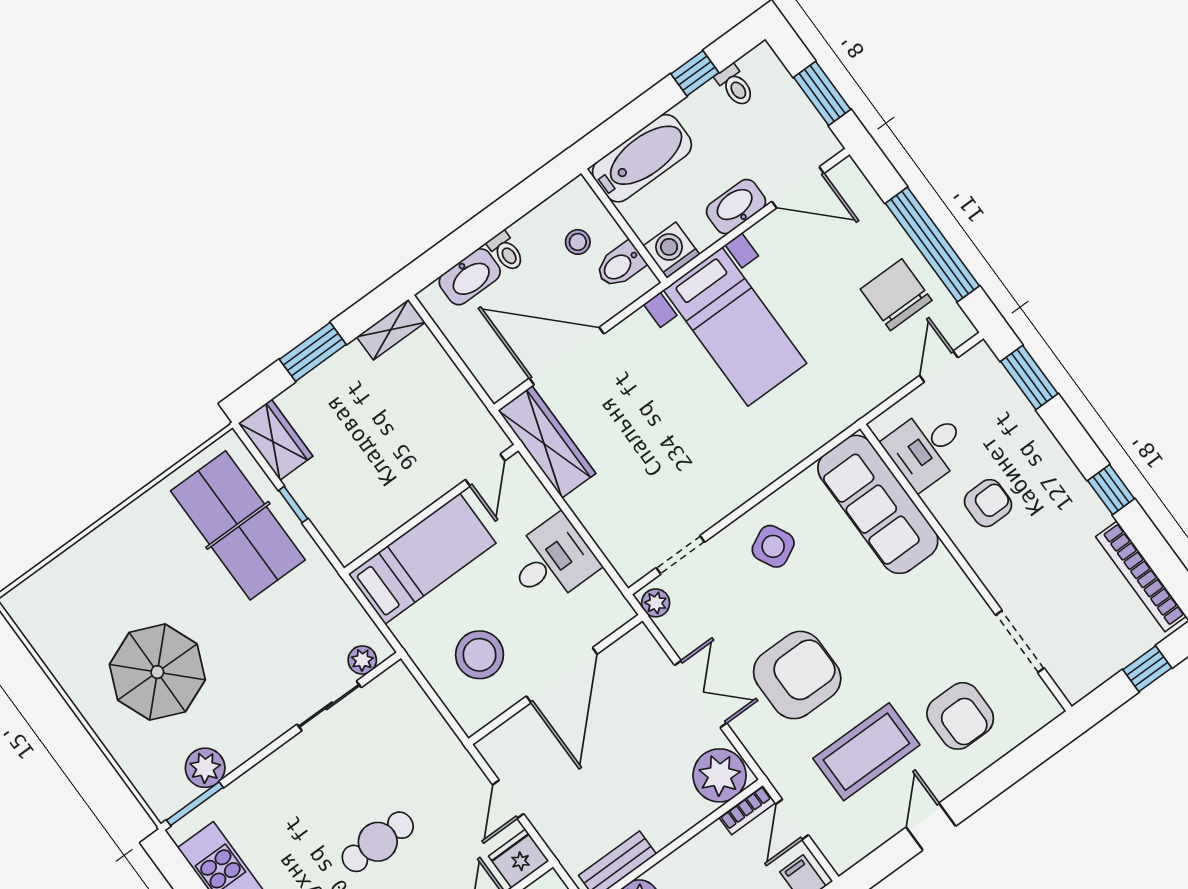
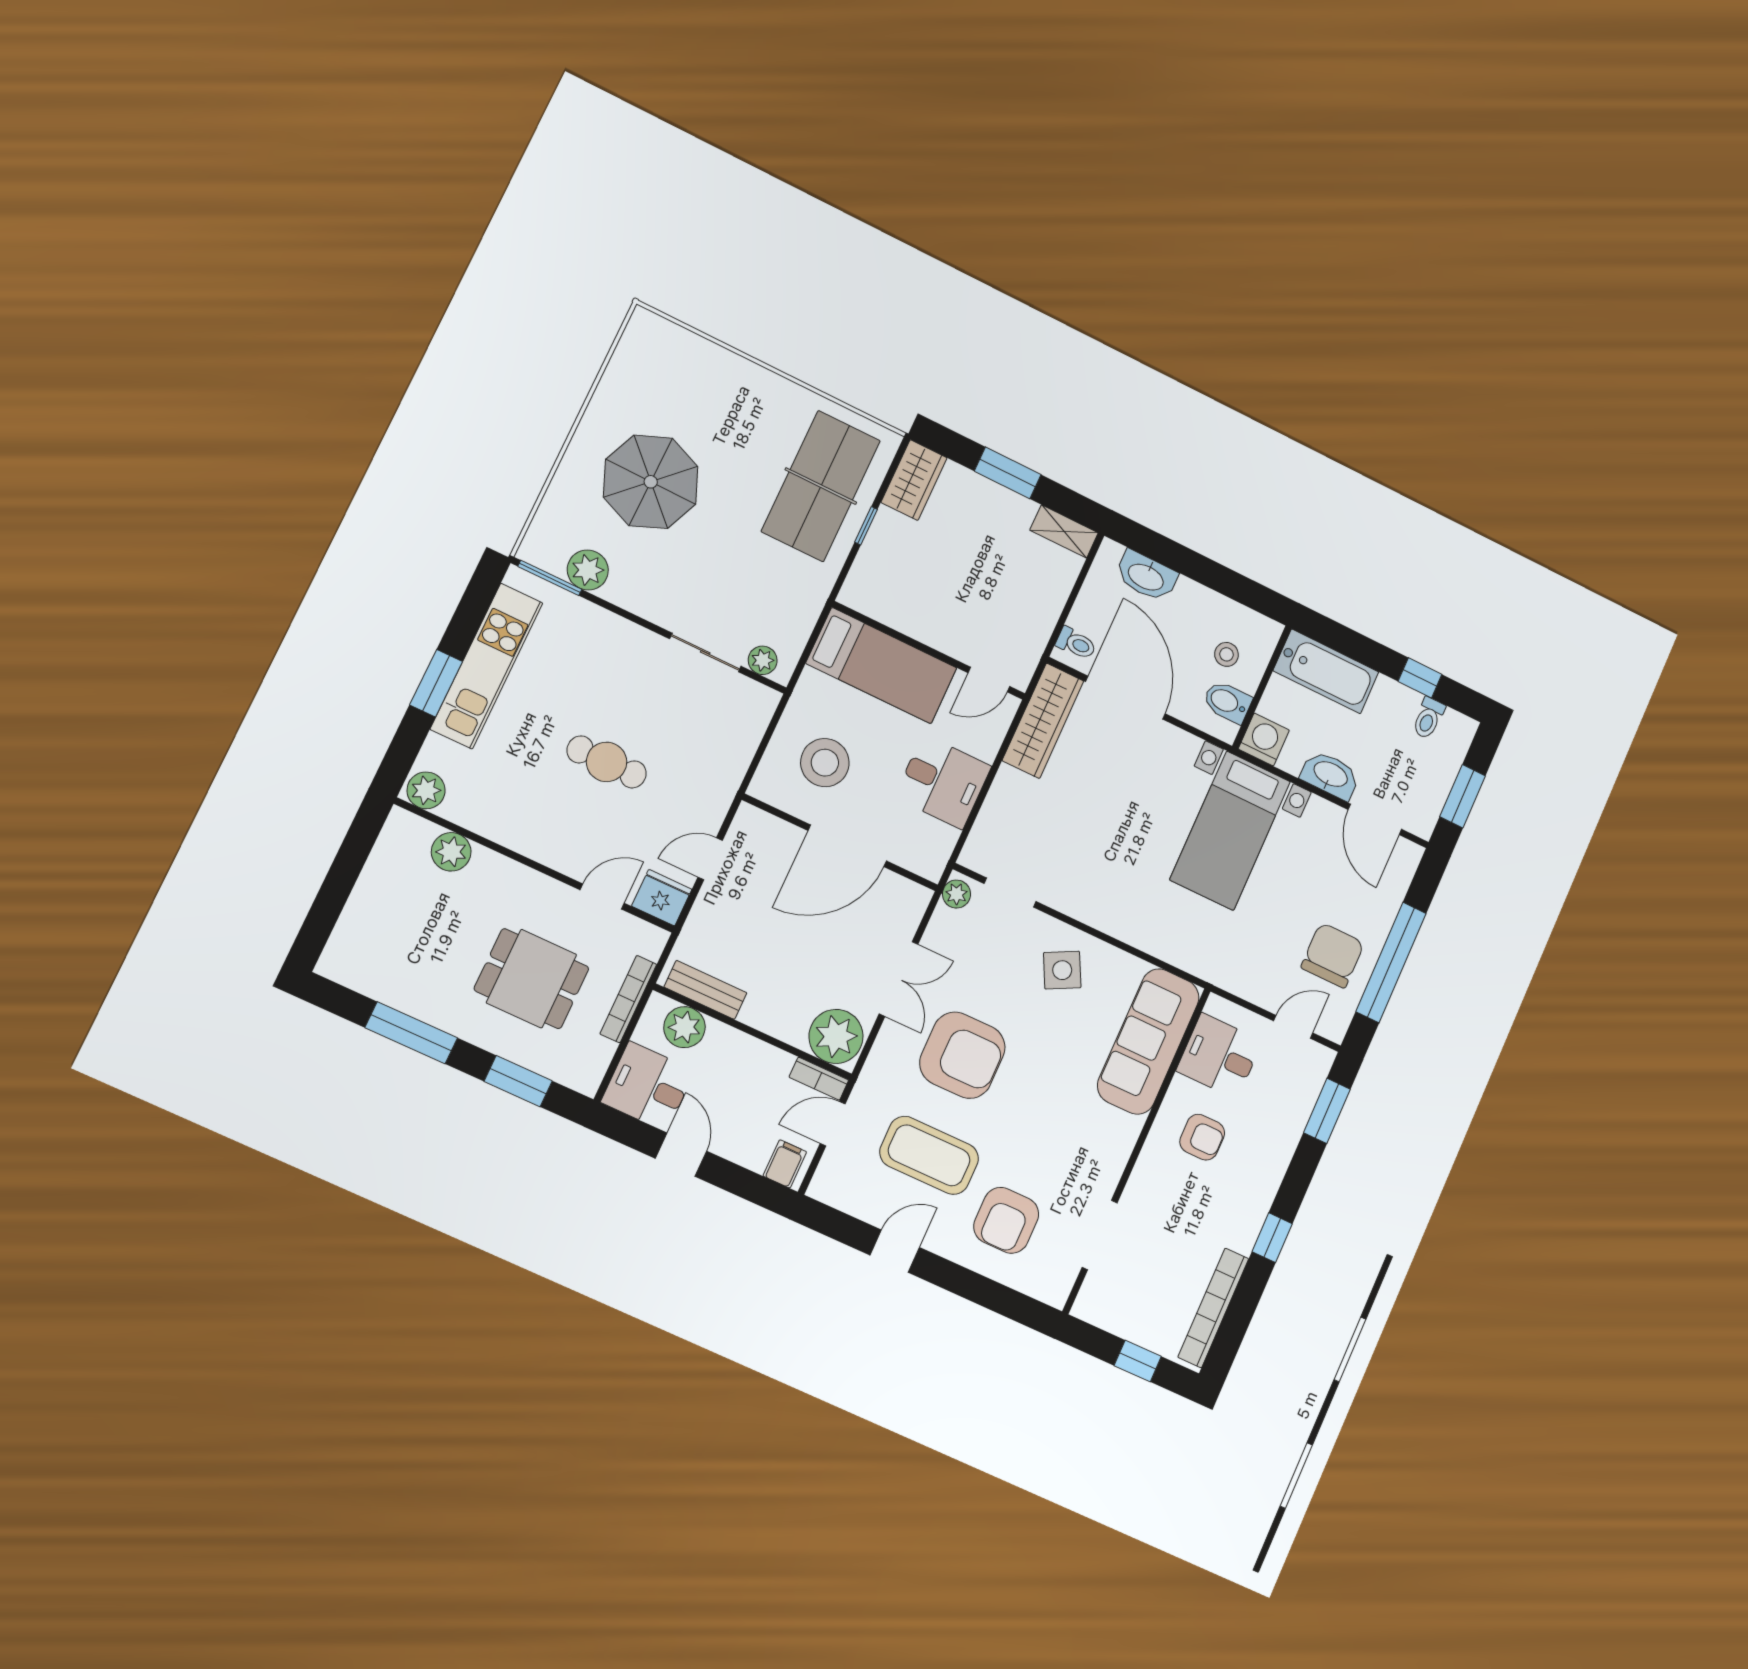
toilet: (506, 251) -> (1076, 643), moved, turned -90

